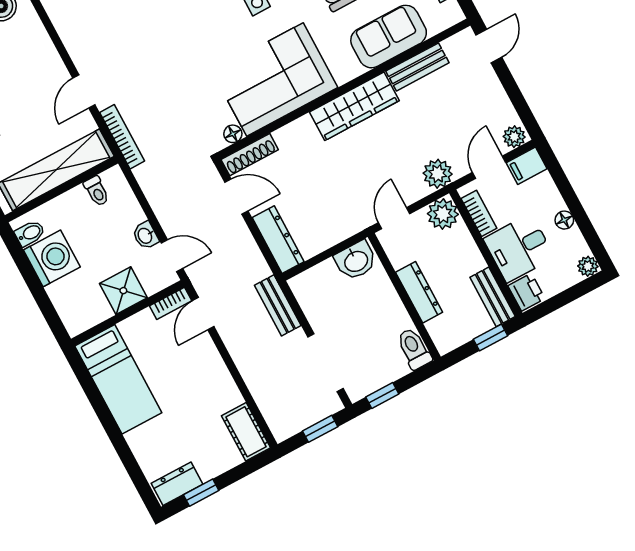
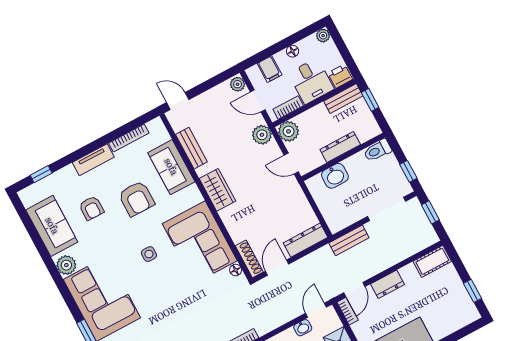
wardrobe: (354, 106) -> (217, 190), width x0.67
filing cabinet: (527, 166) -> (270, 69), moved
washbasin: (356, 261) -> (335, 176), moved, turned 90
door: (203, 314) -> (354, 290), hinge flipped
dresser: (177, 484) -> (387, 284), moved, turned -90

